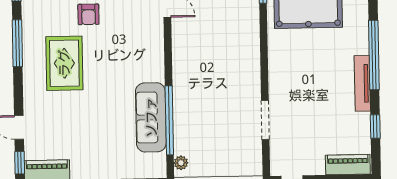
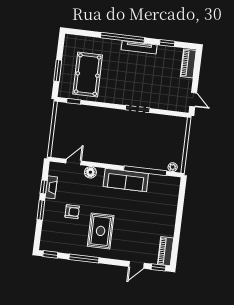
floor lamp: (155, 34) -> (90, 172), added
rug: (64, 63) -> (101, 231), turned 90
sofa: (151, 117) -> (126, 180), moved
doorway: (265, 120) -> (138, 109), moved

